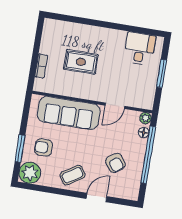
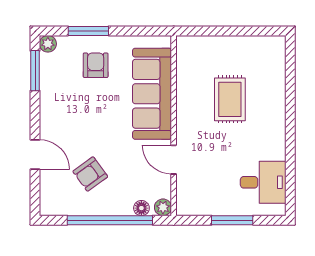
bookcase: (41, 66) -> (214, 42), removed
plant: (30, 173) -> (48, 44), width x0.53, depth x0.53
coffee table: (73, 175) -> (62, 114), removed
window: (41, 188) -> (35, 71), added

